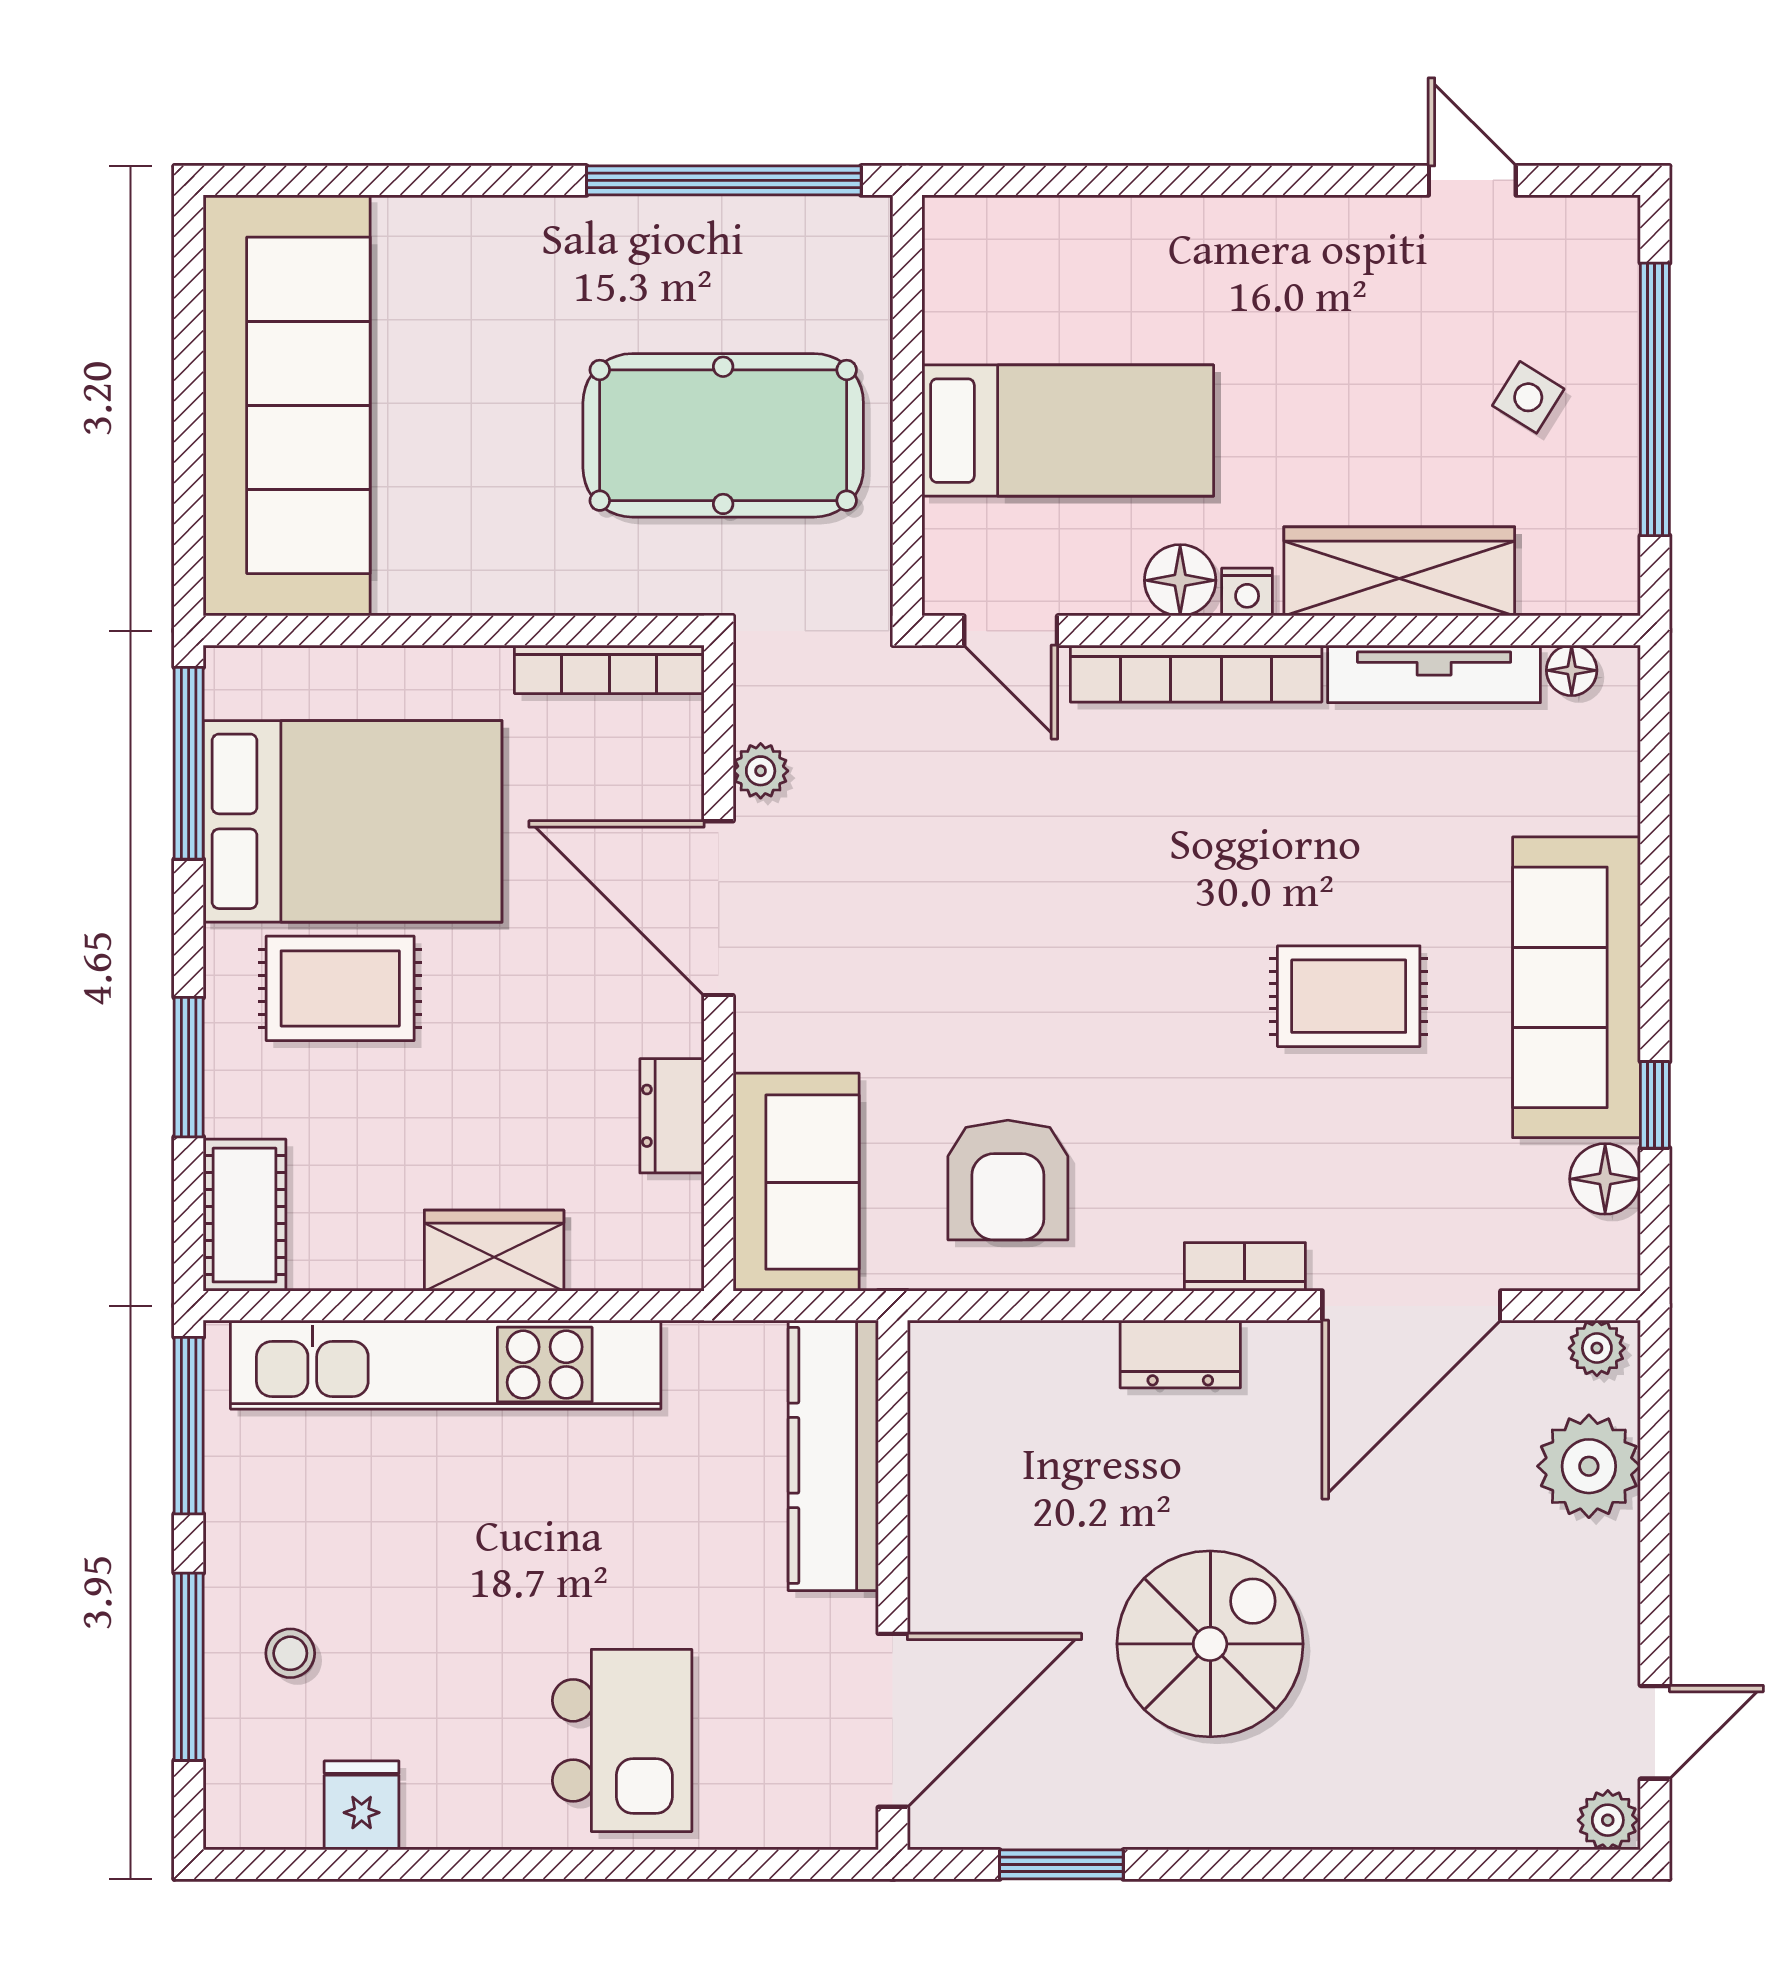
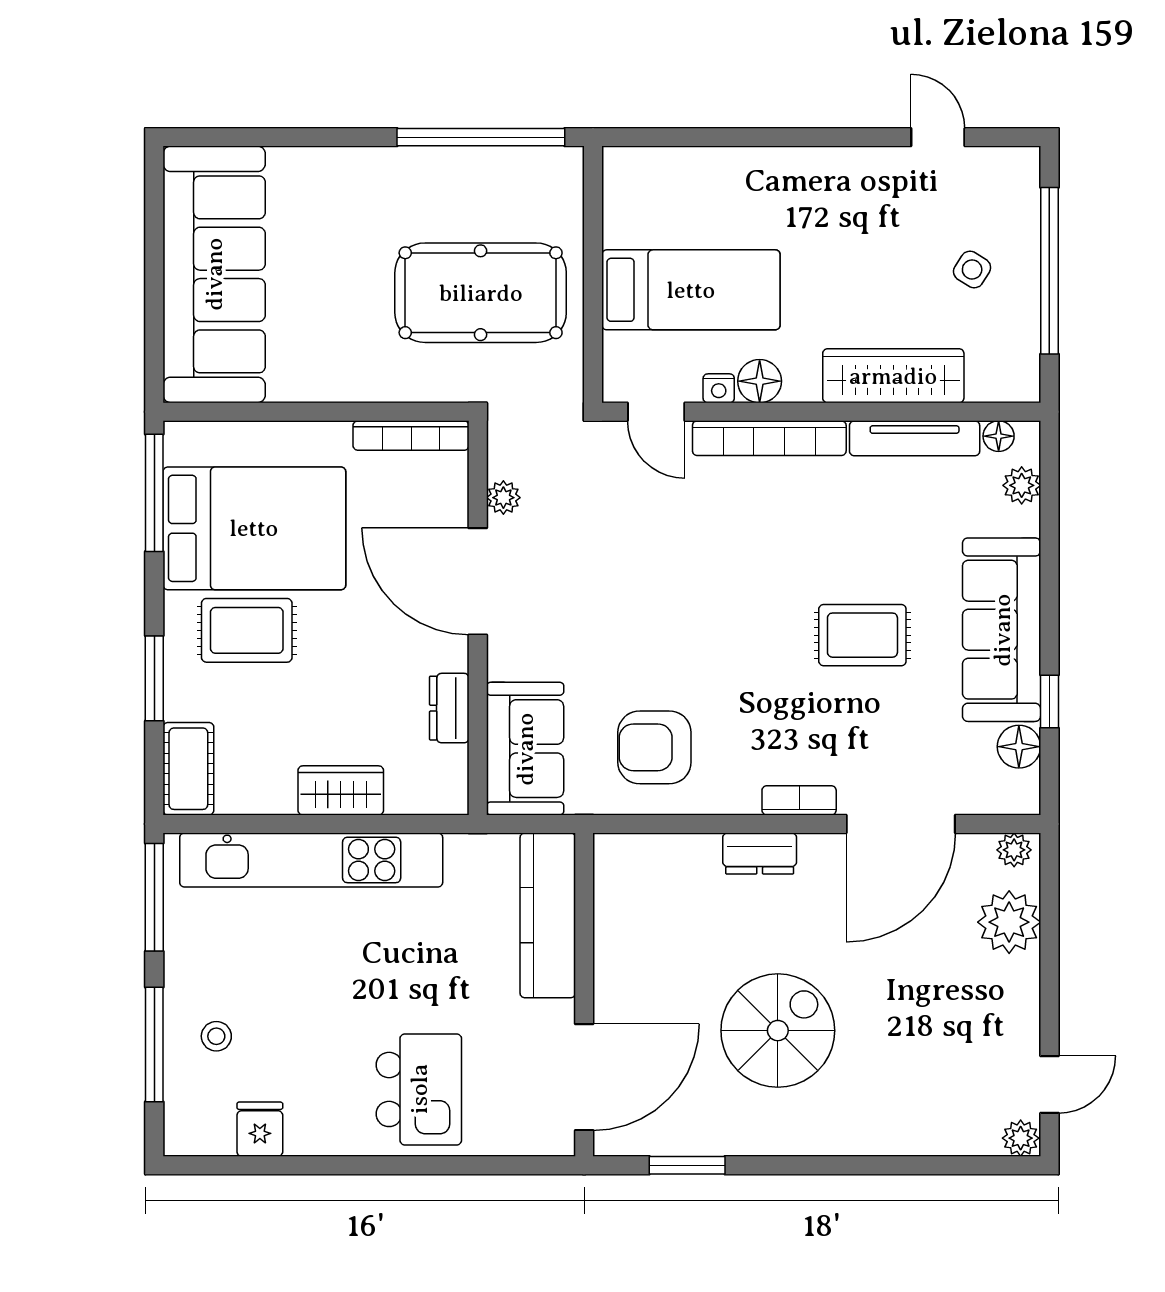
nightstand: (1247, 592) -> (719, 388), moved
plant: (1610, 751) -> (1022, 485), added
armchair: (1008, 1180) -> (654, 747), turned 90

